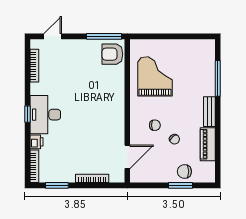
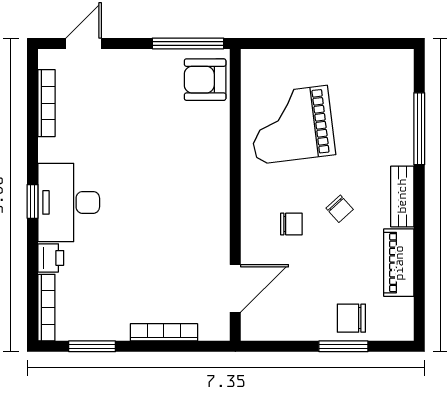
grand piano: (155, 76) -> (292, 125), turned -97
chair: (174, 139) -> (340, 209), moved

